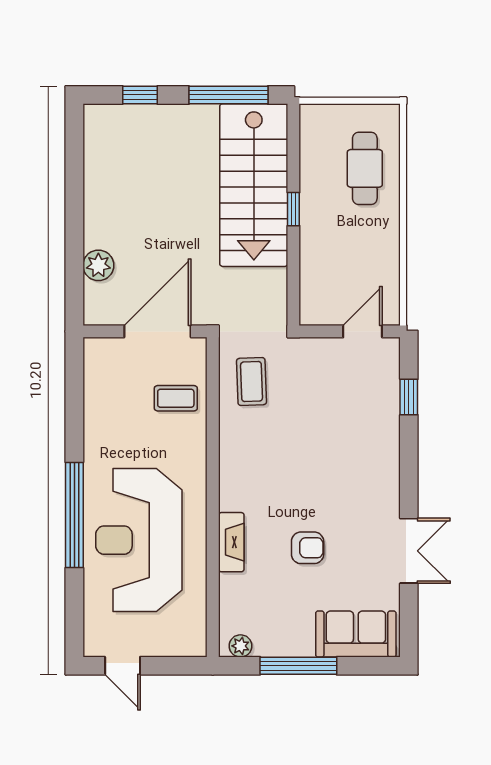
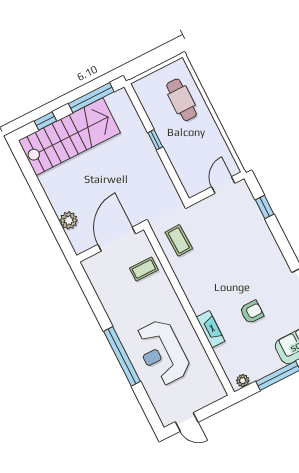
stairs: (254, 185) -> (69, 137), moved, turned -90
reception desk: (139, 540) -> (162, 352), width x0.74, depth x0.77

